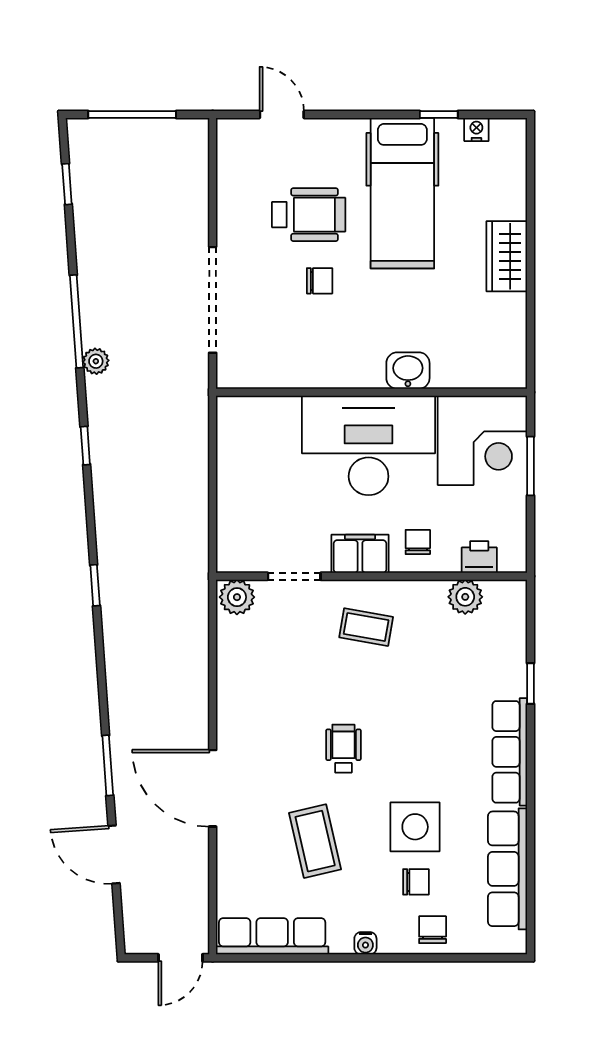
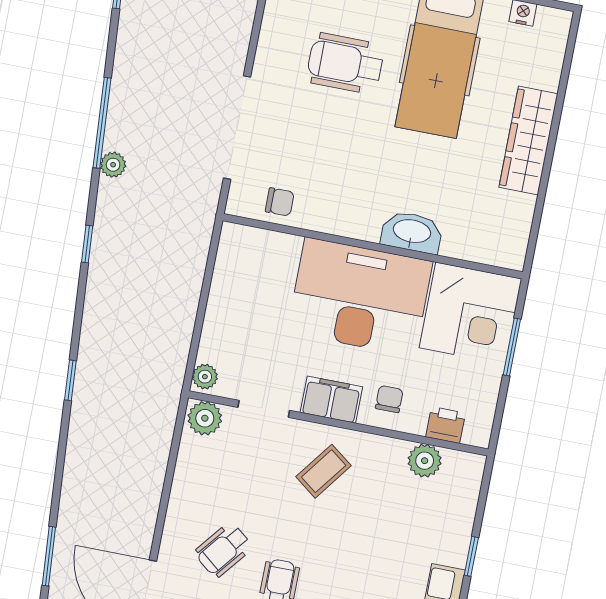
wheelchair: (309, 215) -> (345, 63), turned 180
wardrobe: (507, 256) -> (528, 141), width x1.50
chair: (320, 281) -> (280, 202), moved
washbasin: (408, 371) -> (412, 232), width x1.38
plant: (229, 555) -> (205, 377), added
coffee table: (366, 627) -> (324, 471), turned -63
wheelchair: (281, 725) -> (223, 550), added

